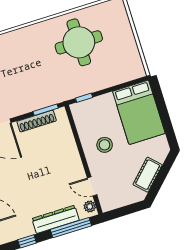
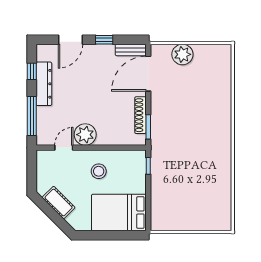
round table: (79, 42) -> (201, 177), removed
plant: (90, 206) -> (85, 135), moved, width x1.88, depth x1.88
dresser: (56, 219) -> (44, 84), moved

